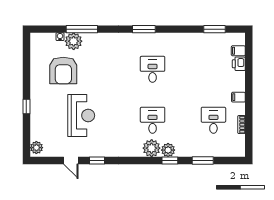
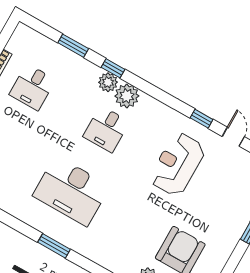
desk: (153, 69) -> (71, 191), width x1.87, depth x1.30
reception desk: (81, 115) -> (177, 164), moved

